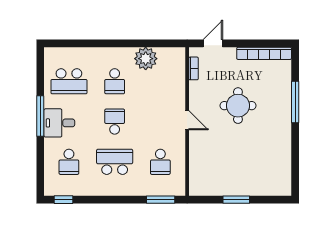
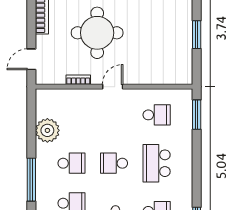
window: (99, 43) -> (31, 180), added
door: (213, 43) -> (31, 59), hinge flipped
bookcase: (193, 68) -> (78, 80), moved
round table: (238, 106) -> (97, 33), width x1.36, depth x1.36

